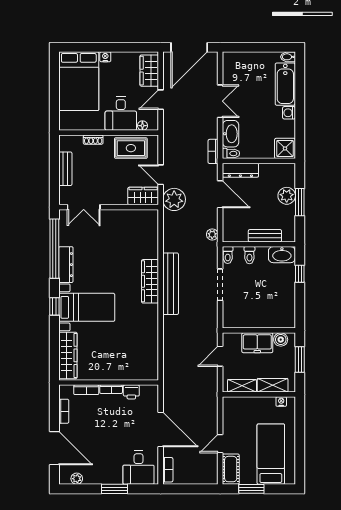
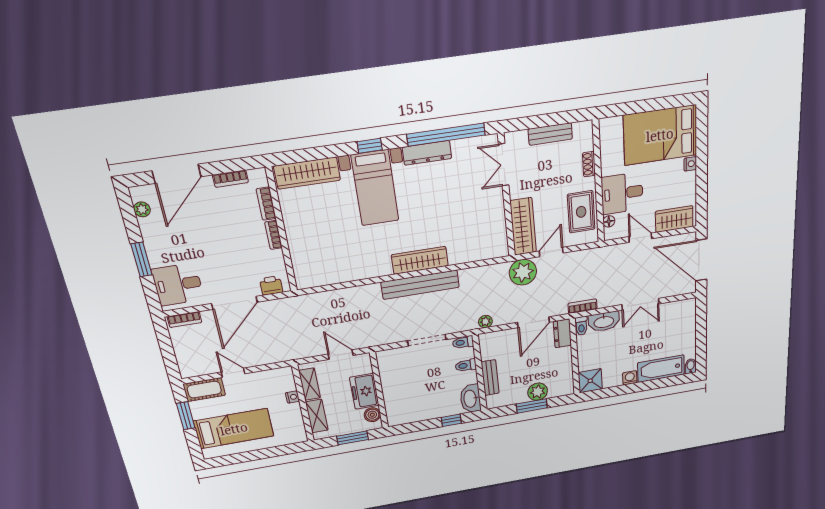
dresser: (240, 170) -> (562, 333), width x0.70
wardrobe: (143, 196) -> (523, 227), width x1.50
printer: (131, 392) -> (271, 286), moved, turned 90
nightstand: (281, 402) -> (292, 397), moved

